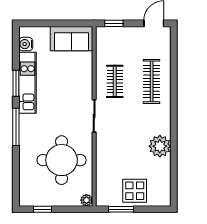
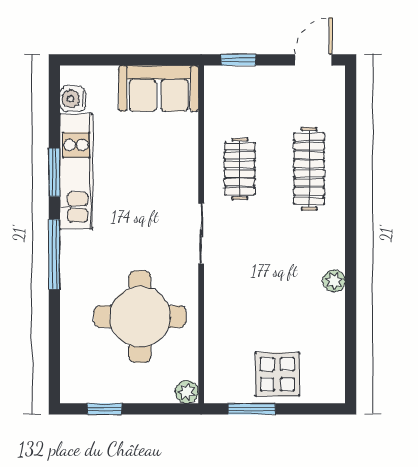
plant: (160, 146) -> (334, 281), width x0.53, depth x0.53

